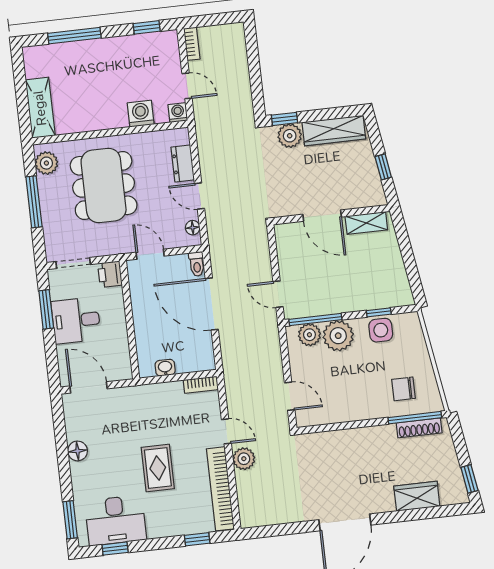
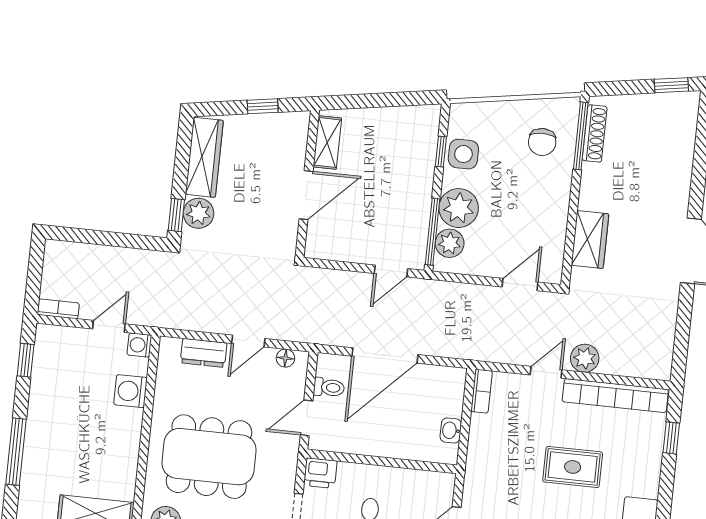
toilet: (197, 264) -> (329, 387), moved
wardrobe: (417, 496) -> (590, 240), moved, turned 180

